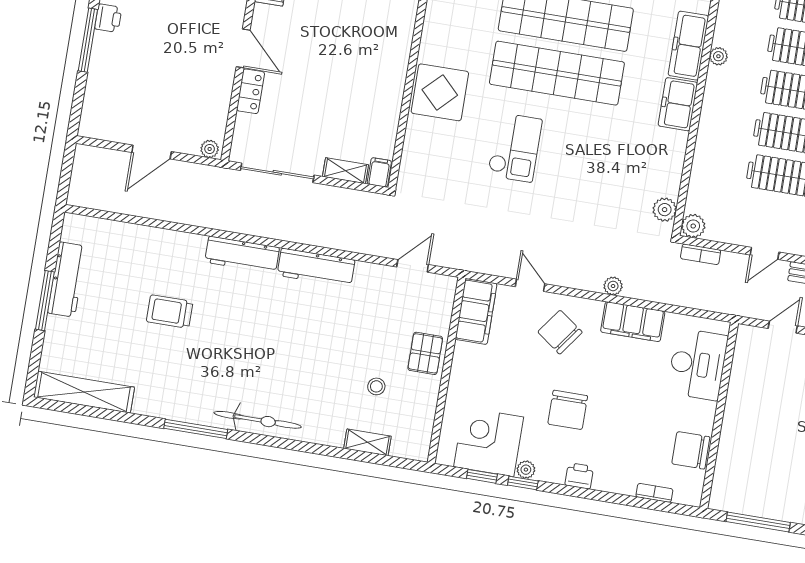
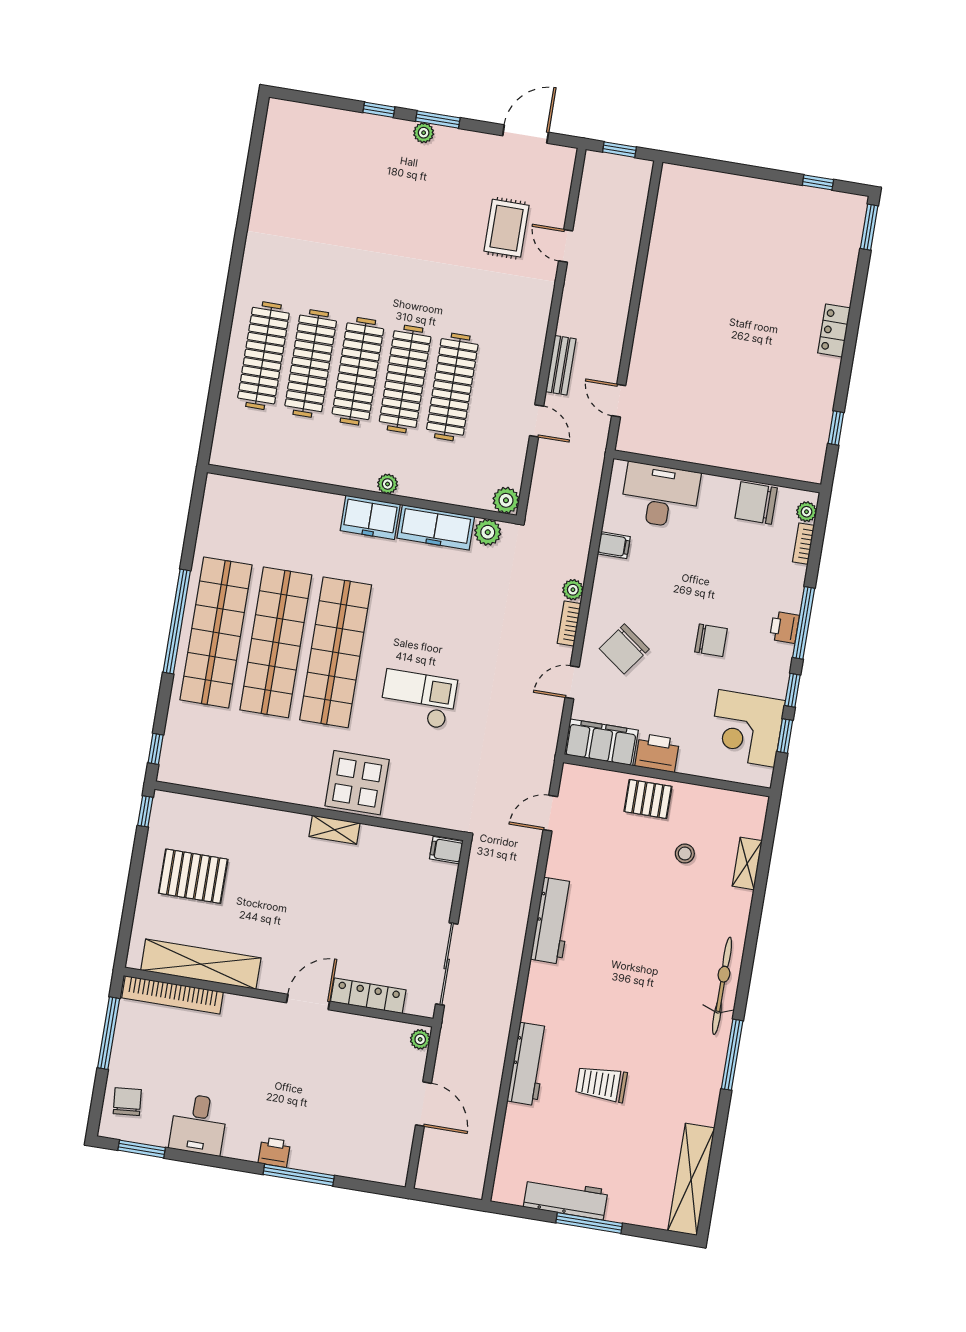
freezer: (688, 46) -> (436, 527), moved
plant: (718, 56) -> (388, 484), moved
locker: (251, 91) -> (368, 996), width x1.53
shelving: (345, 171) -> (335, 830), moved, turned 90
bookcase: (701, 254) -> (569, 624), moved, turned 180
workbench: (242, 255) -> (528, 1064), moved
door: (413, 266) -> (550, 813), hinge flipped
trolley: (170, 312) -> (601, 1084), turned 90
filing cabinet: (633, 322) -> (614, 545), width x0.33, depth x0.86
printer: (467, 362) -> (657, 753), added
chair: (568, 410) -> (711, 640), width x0.73, depth x0.73
chair: (691, 450) -> (756, 503), turned 90
plant: (526, 470) -> (807, 512), moved
window: (583, 493) -> (804, 623), added
window: (758, 522) -> (836, 428), width x0.46

